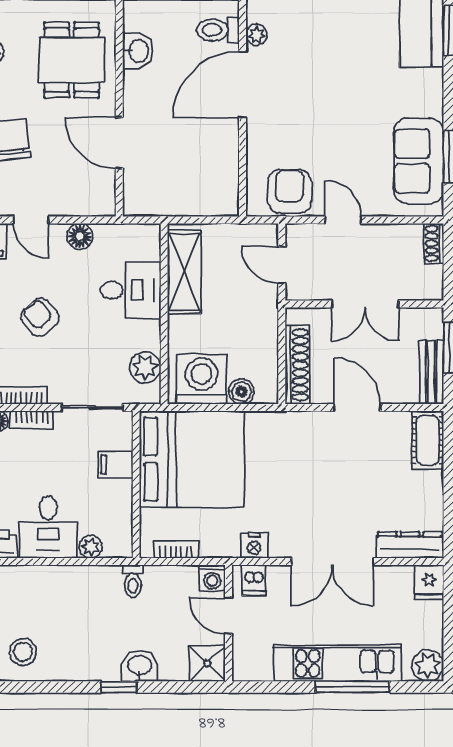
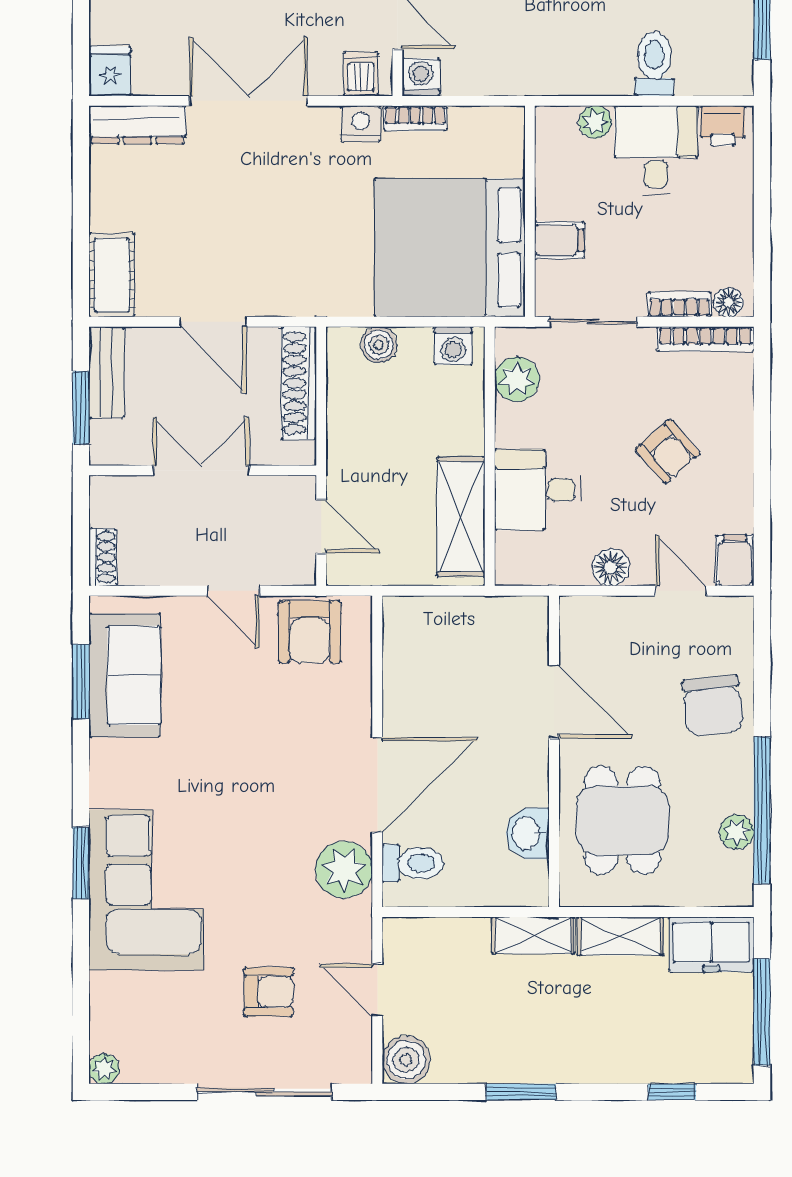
plant: (256, 35) -> (344, 870), width x1.88, depth x1.88
washing machine: (202, 379) -> (453, 346), width x0.53, depth x0.53
bookcase: (176, 549) -> (415, 118), moved
toilet: (133, 581) -> (654, 64), moved, width x1.37, depth x1.39

